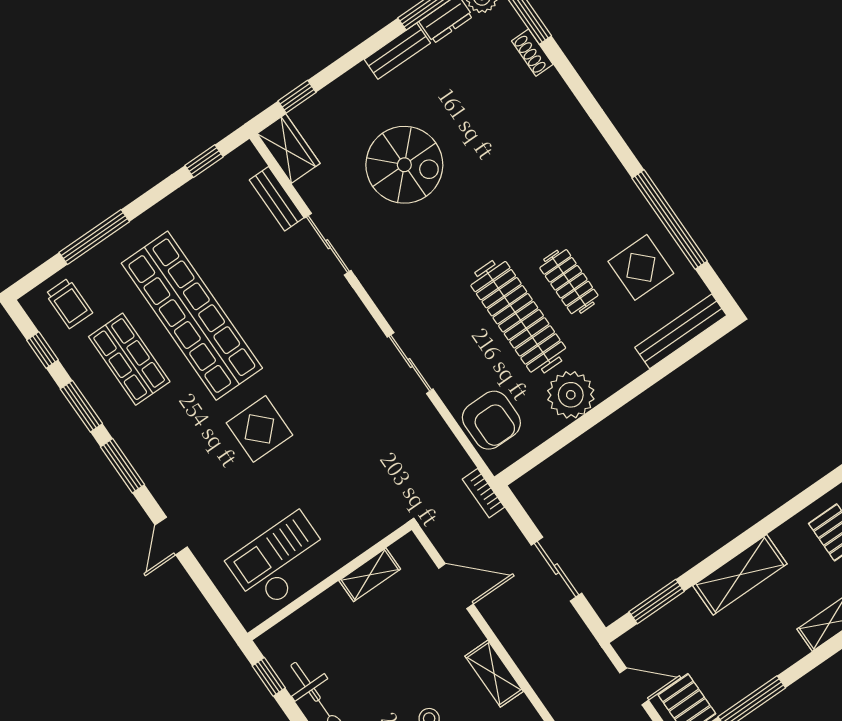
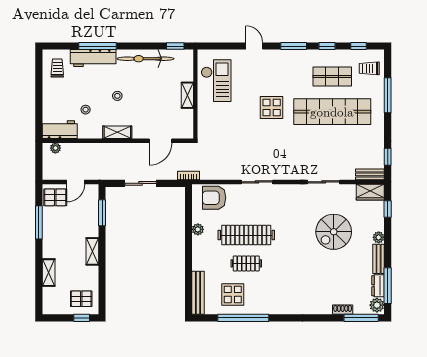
plant: (359, 78) -> (379, 237), added
bench: (277, 199) -> (370, 174), moved
plant: (571, 395) -> (198, 229), width x0.53, depth x0.53
window: (81, 406) -> (327, 46), width x0.67
shelving: (370, 575) -> (187, 95), moved
shelving: (740, 575) -> (92, 251), width x0.67, depth x0.75

